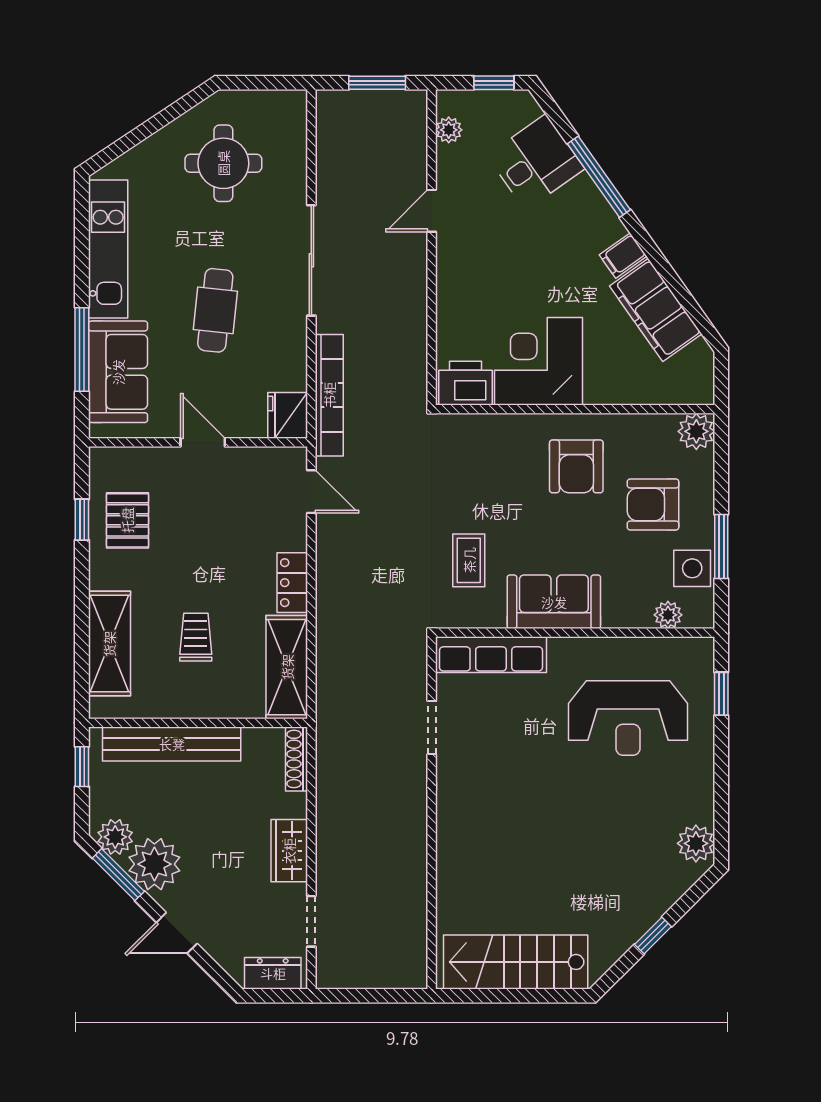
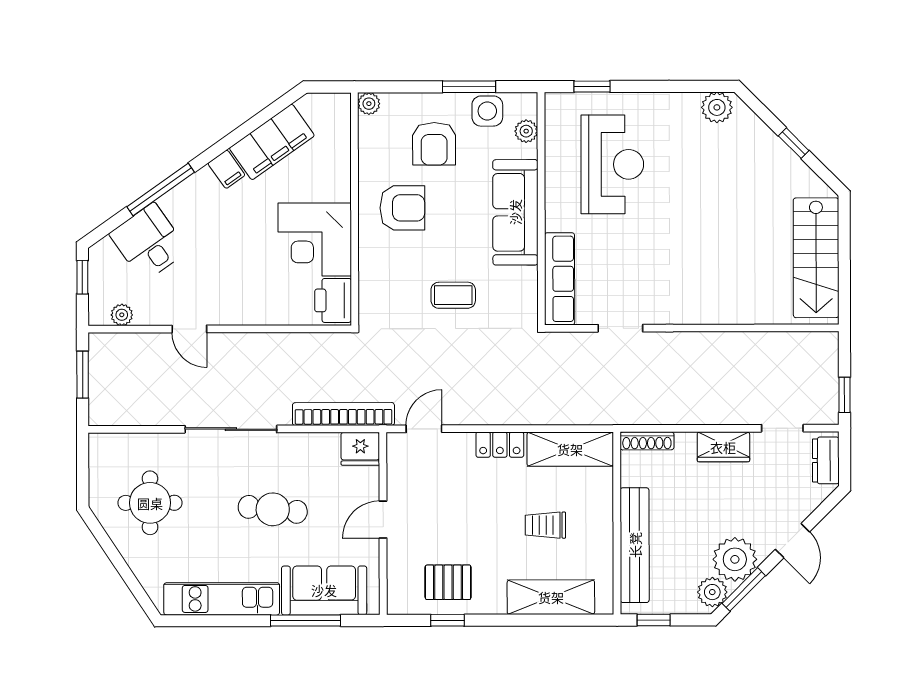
plant: (696, 431) -> (369, 104), width x0.73, depth x0.73
coffee table: (469, 560) -> (453, 295), moved
sofa: (554, 602) -> (515, 212), width x1.36
window: (351, 996) -> (844, 395), added

